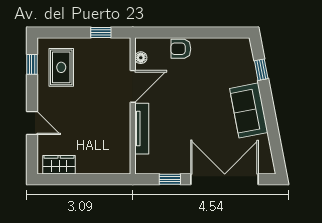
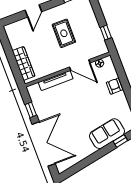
rug: (61, 67) -> (64, 33), moved, turned 90
sofa: (249, 110) -> (107, 134), moved
wardrobe: (59, 165) -> (24, 63), moved, width x1.50

